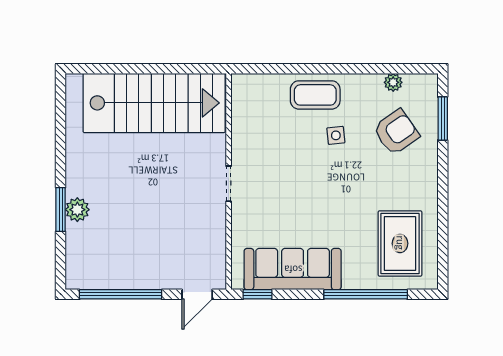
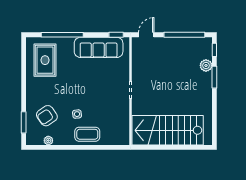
plant: (77, 210) -> (206, 65), moved
window: (61, 264) -> (214, 50), added

